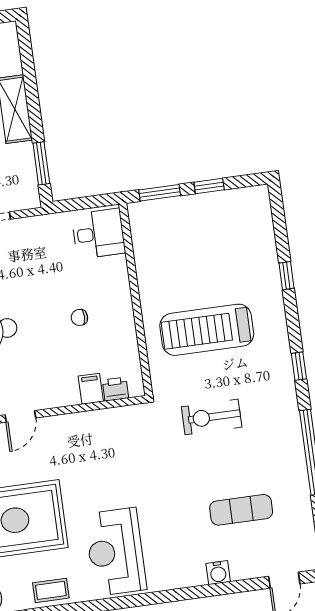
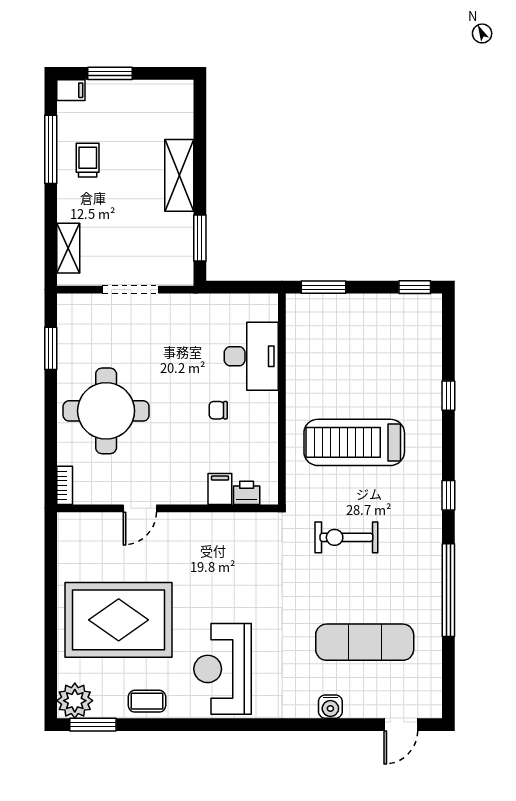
window: (209, 186) -> (415, 287), moved
desk: (98, 234) -> (251, 356), moved, width x1.37
exercise mat: (241, 510) -> (365, 642), width x1.36, depth x1.45

